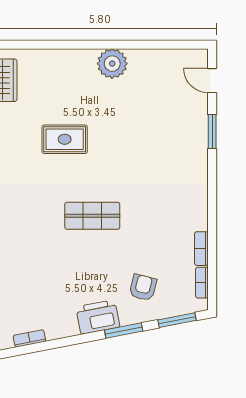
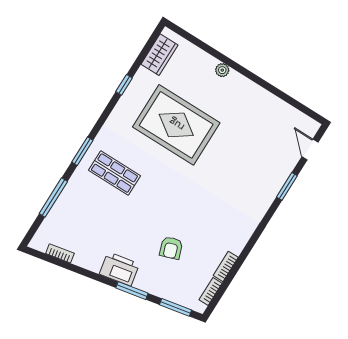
plant: (112, 64) -> (222, 70), moved, width x0.53, depth x0.53
rug: (65, 139) -> (176, 125), width x1.86, depth x2.06
shop shelf: (92, 216) -> (114, 173), moved
armchair: (143, 288) -> (171, 248), moved, turned 147

